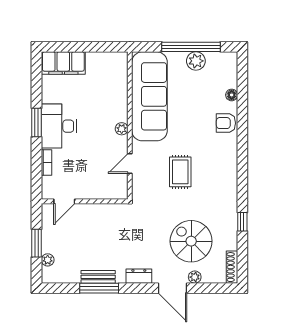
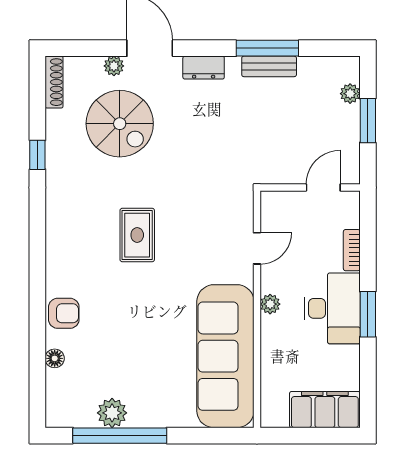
sofa: (149, 96) -> (225, 356), moved
wall: (130, 126) -> (257, 309), moved
plant: (122, 129) -> (270, 304), moved
door: (130, 164) -> (257, 248), moved

